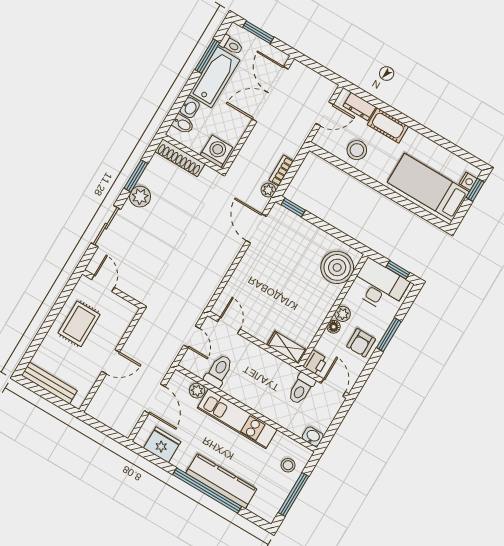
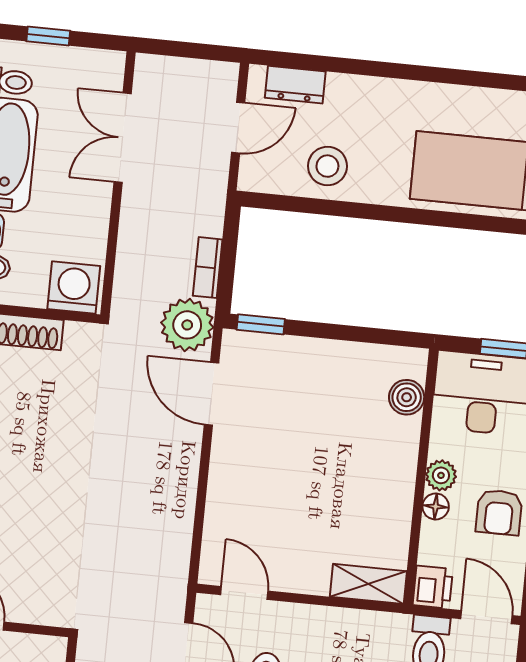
window: (258, 32) -> (48, 36), width x0.67
double door: (270, 94) -> (123, 138), width x0.73
cot: (388, 126) -> (363, 95), removed
plant: (268, 190) -> (187, 325), width x1.88, depth x1.88
boiler: (337, 267) -> (407, 397), width x0.54, depth x0.54

